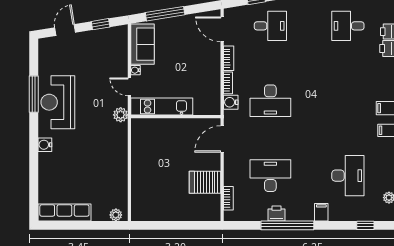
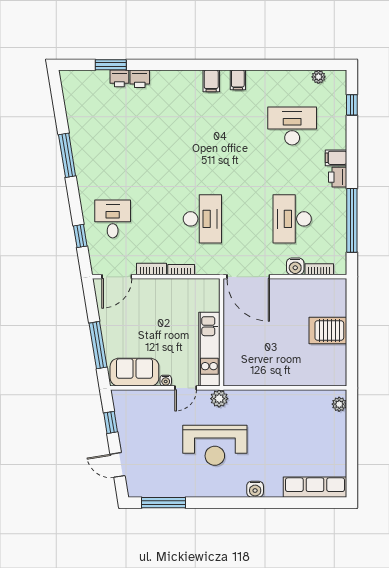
desk: (348, 26) -> (113, 126), removed
window: (34, 94) -> (164, 503), moved
reception desk: (58, 102) -> (215, 445), moved
water cooler: (231, 102) -> (295, 266), moved
door: (222, 139) -> (248, 277), width x1.36
server rack: (205, 182) -> (328, 331), moved, turned 90
row of seats: (64, 213) -> (315, 487), moved, turned 90
printer: (277, 213) -> (338, 177), moved
window: (287, 225) -> (352, 220), moved

